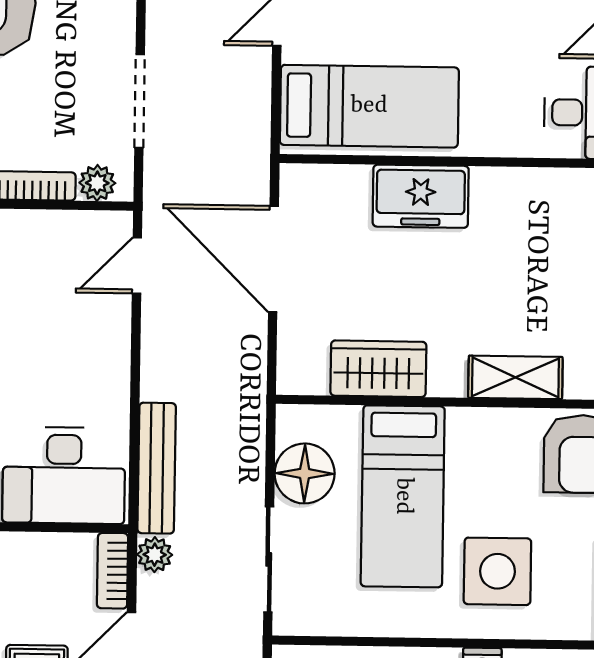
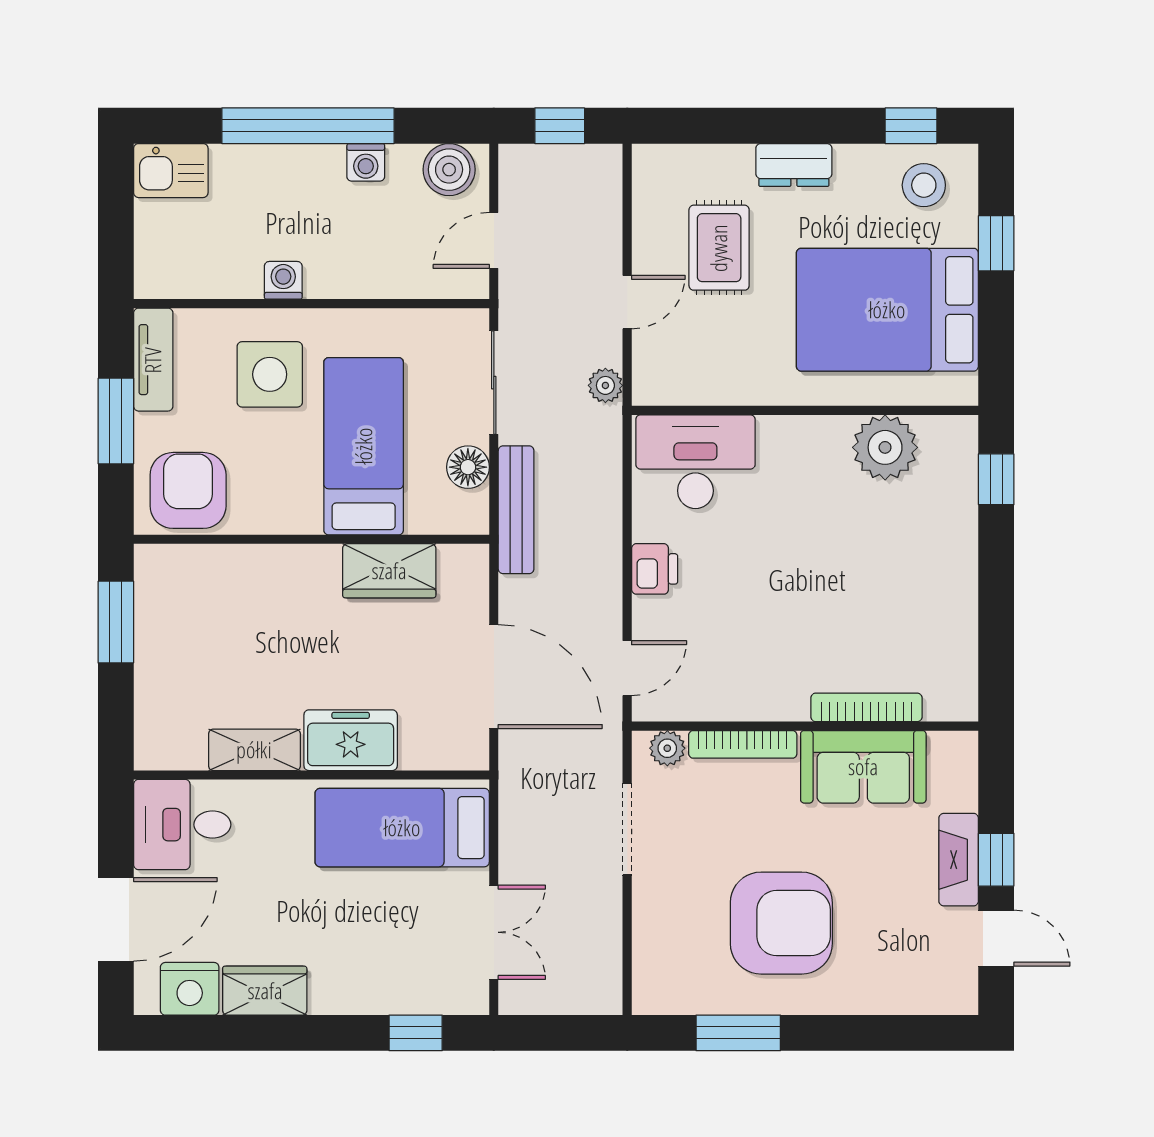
printer: (107, 366) -> (655, 569), added
shelving: (515, 377) -> (254, 750), moved
bench: (157, 468) -> (516, 510), moved
floor lamp: (305, 473) -> (468, 467), width x0.73, depth x0.73
bookcase: (113, 571) -> (646, 369), removed

